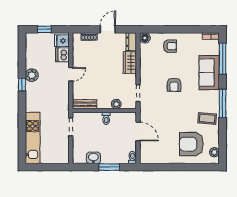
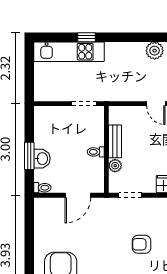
window: (22, 85) -> (87, 37), moved
bench: (85, 104) -> (115, 141), moved
washbasin: (93, 158) -> (42, 159), moved

